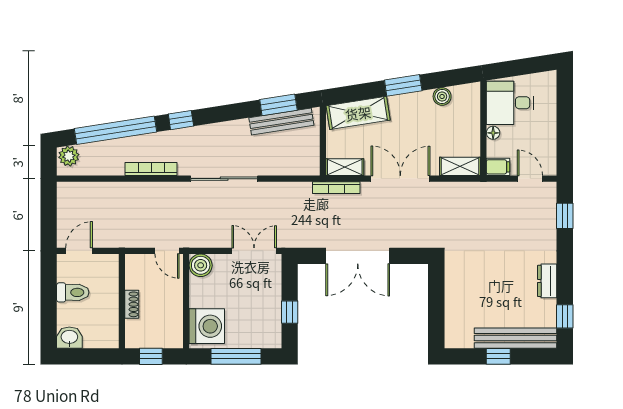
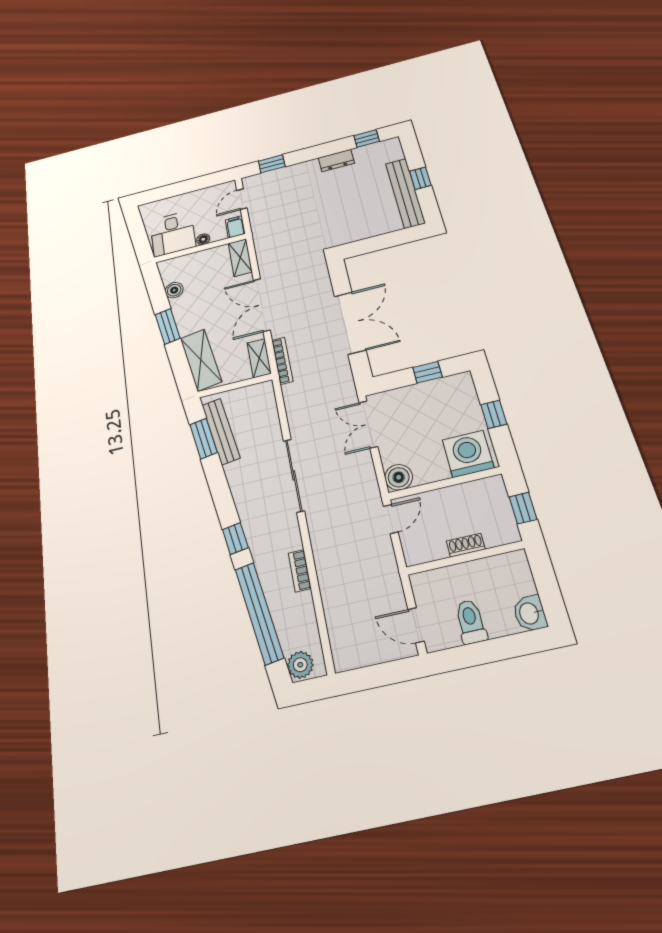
bookcase: (151, 169) -> (300, 571), width x0.64
bench: (516, 338) -> (405, 193), moved
window: (236, 356) -> (494, 414), width x0.46

